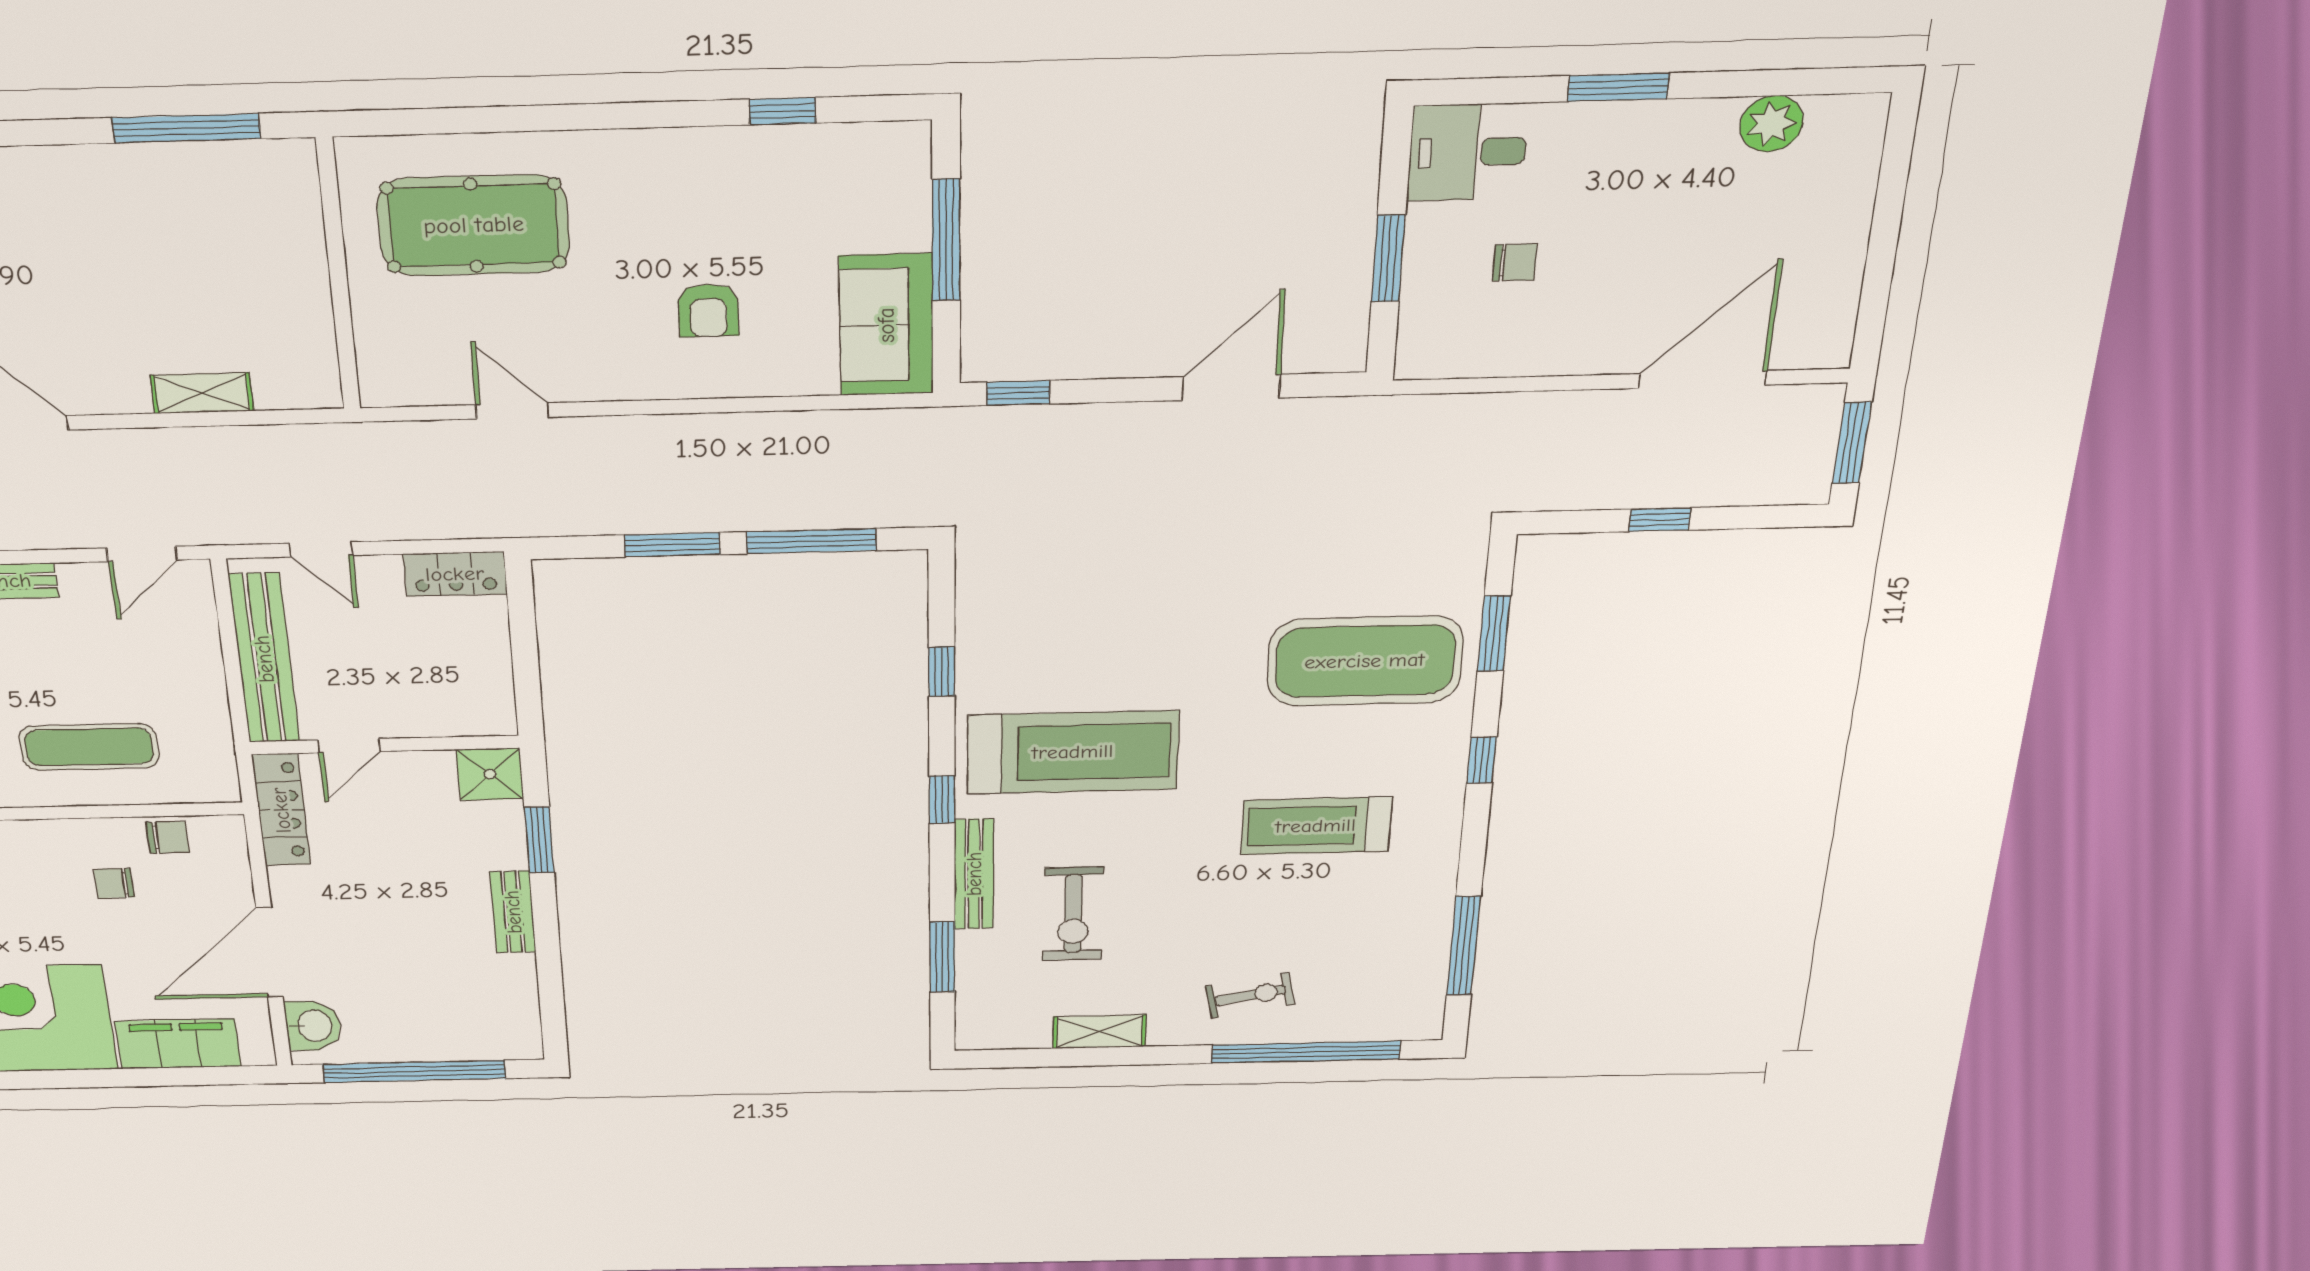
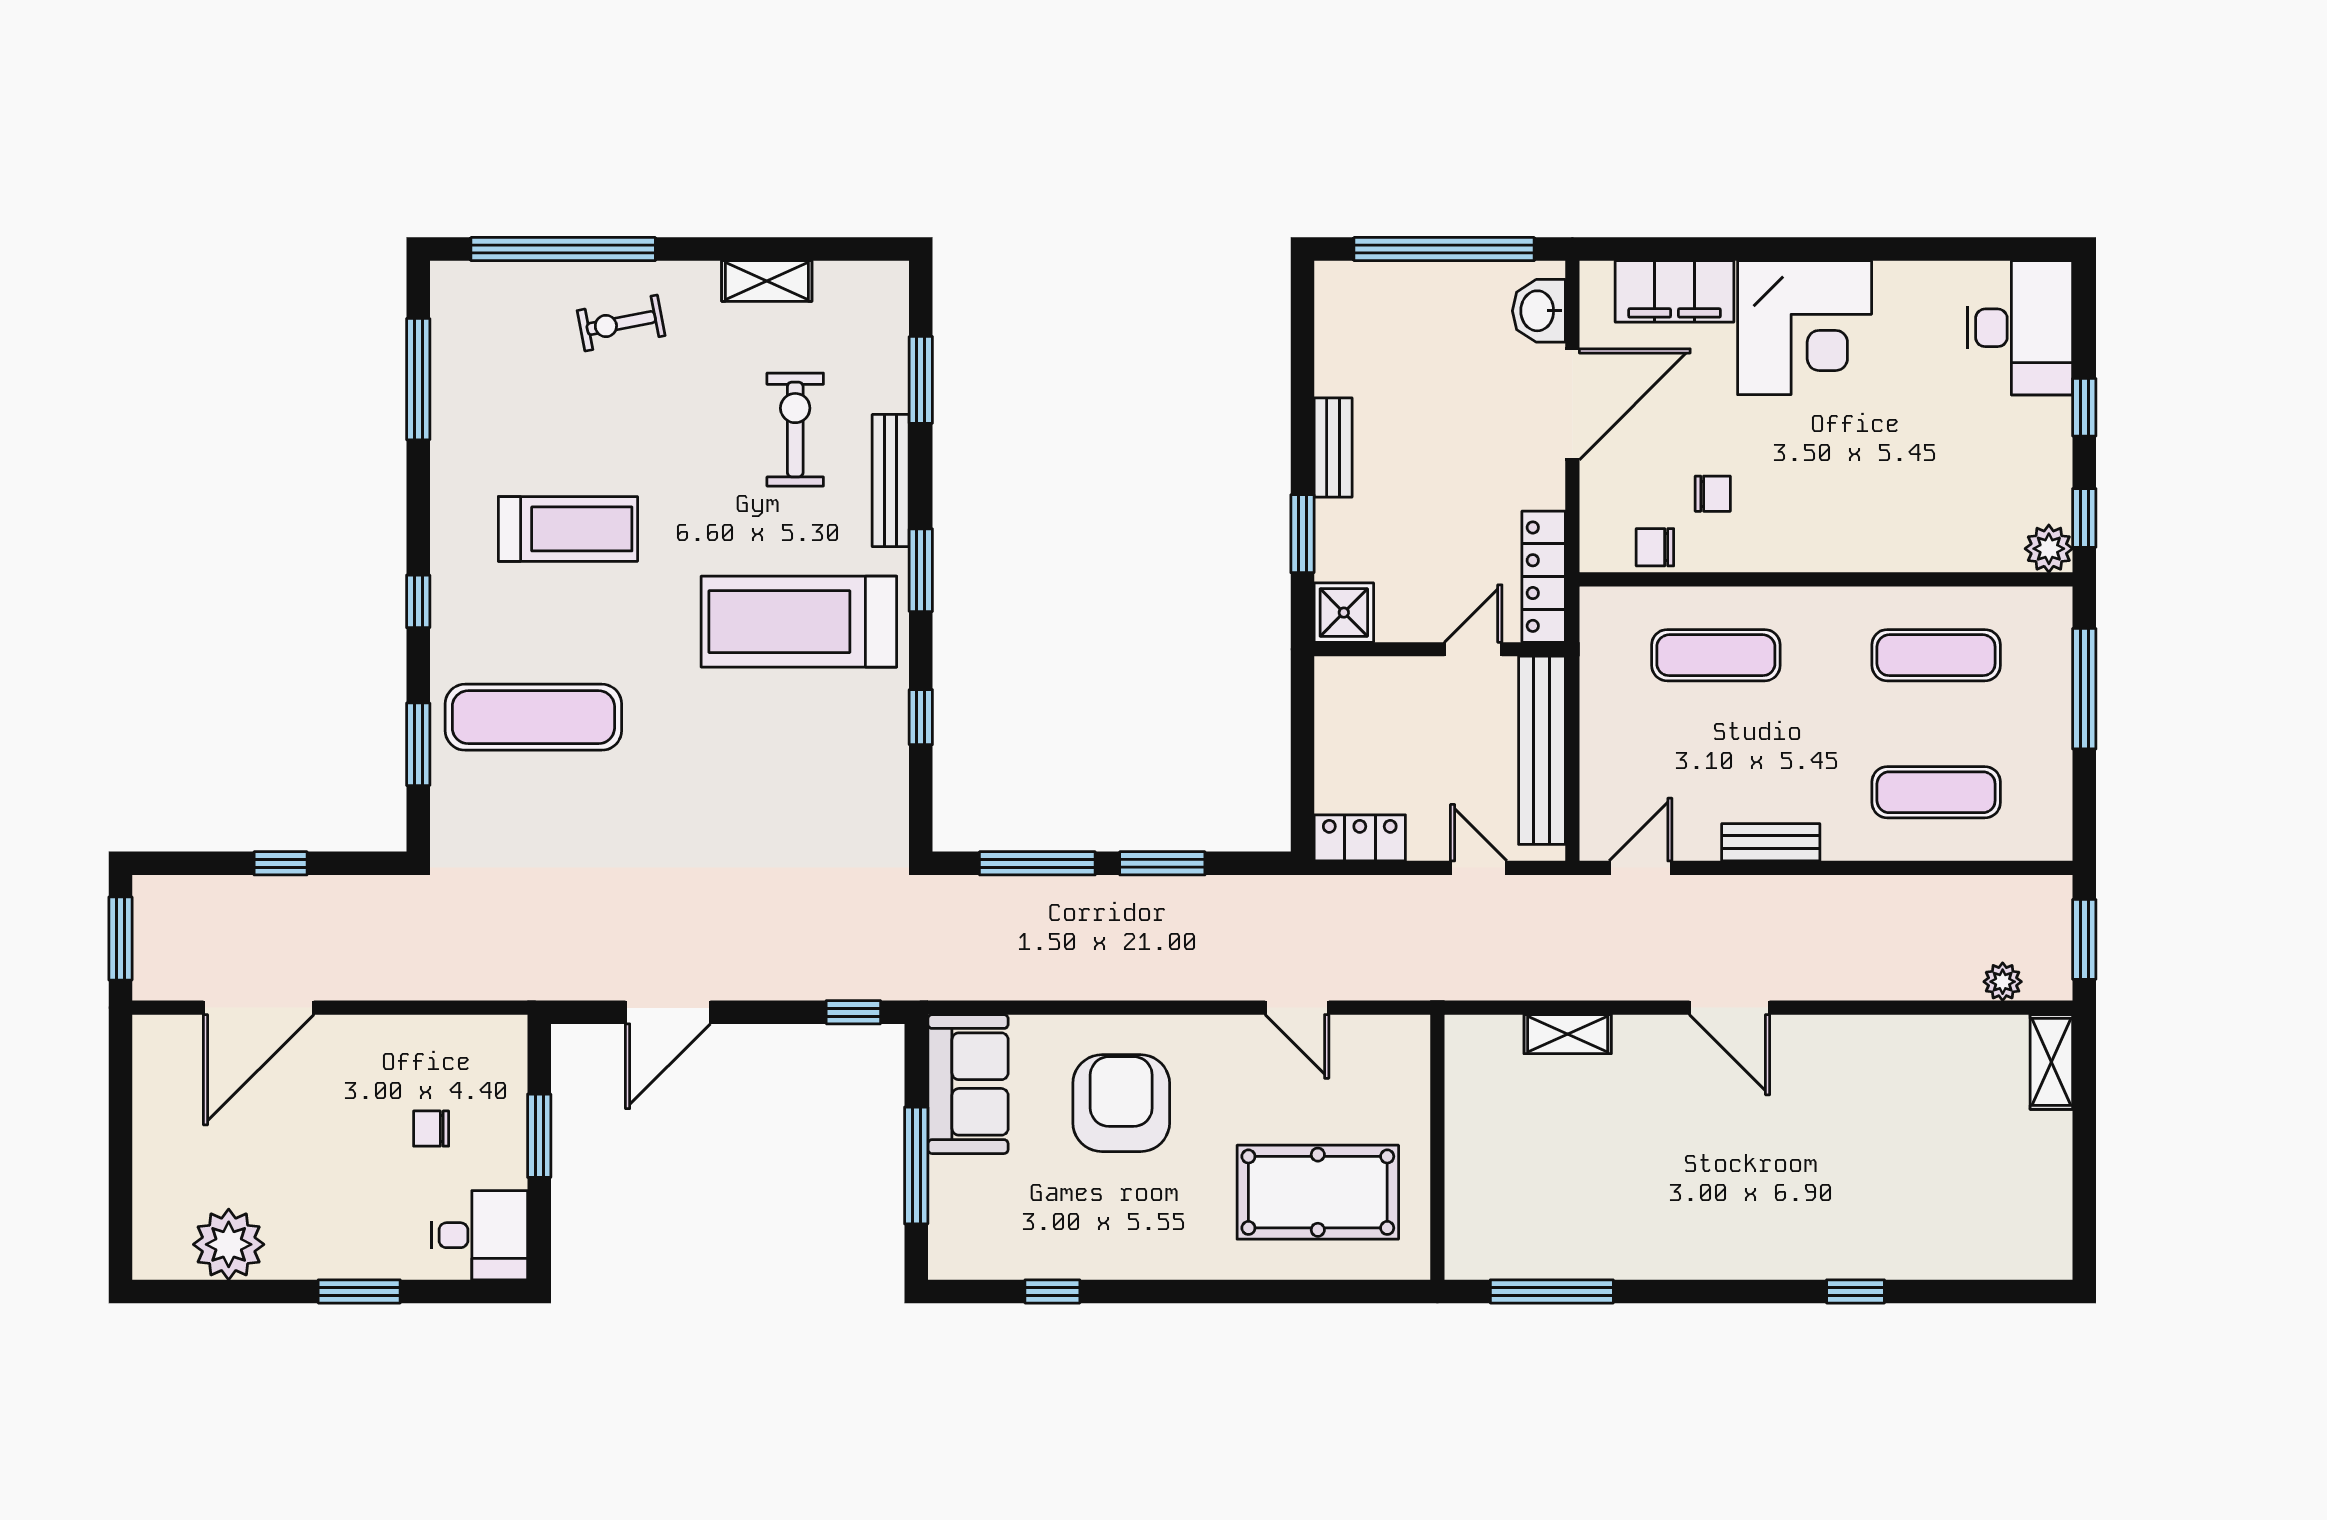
plant: (1771, 124) -> (229, 1244), width x1.36, depth x1.36
armchair: (708, 311) -> (1121, 1103), width x1.88, depth x1.88
exercise mat: (1365, 661) -> (533, 717), width x0.68
window: (942, 800) -> (921, 570), width x1.50

